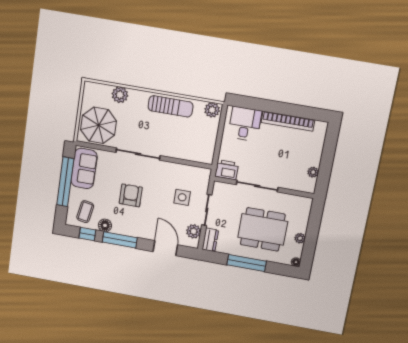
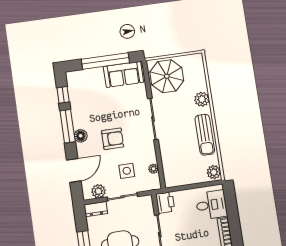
plant: (120, 95) -> (202, 99), moved
plant: (189, 170) -> (153, 169), added
armchair: (131, 195) -> (113, 139), moved
coffee table: (85, 212) -> (84, 87), removed
floor lamp: (105, 225) -> (81, 136), moved

